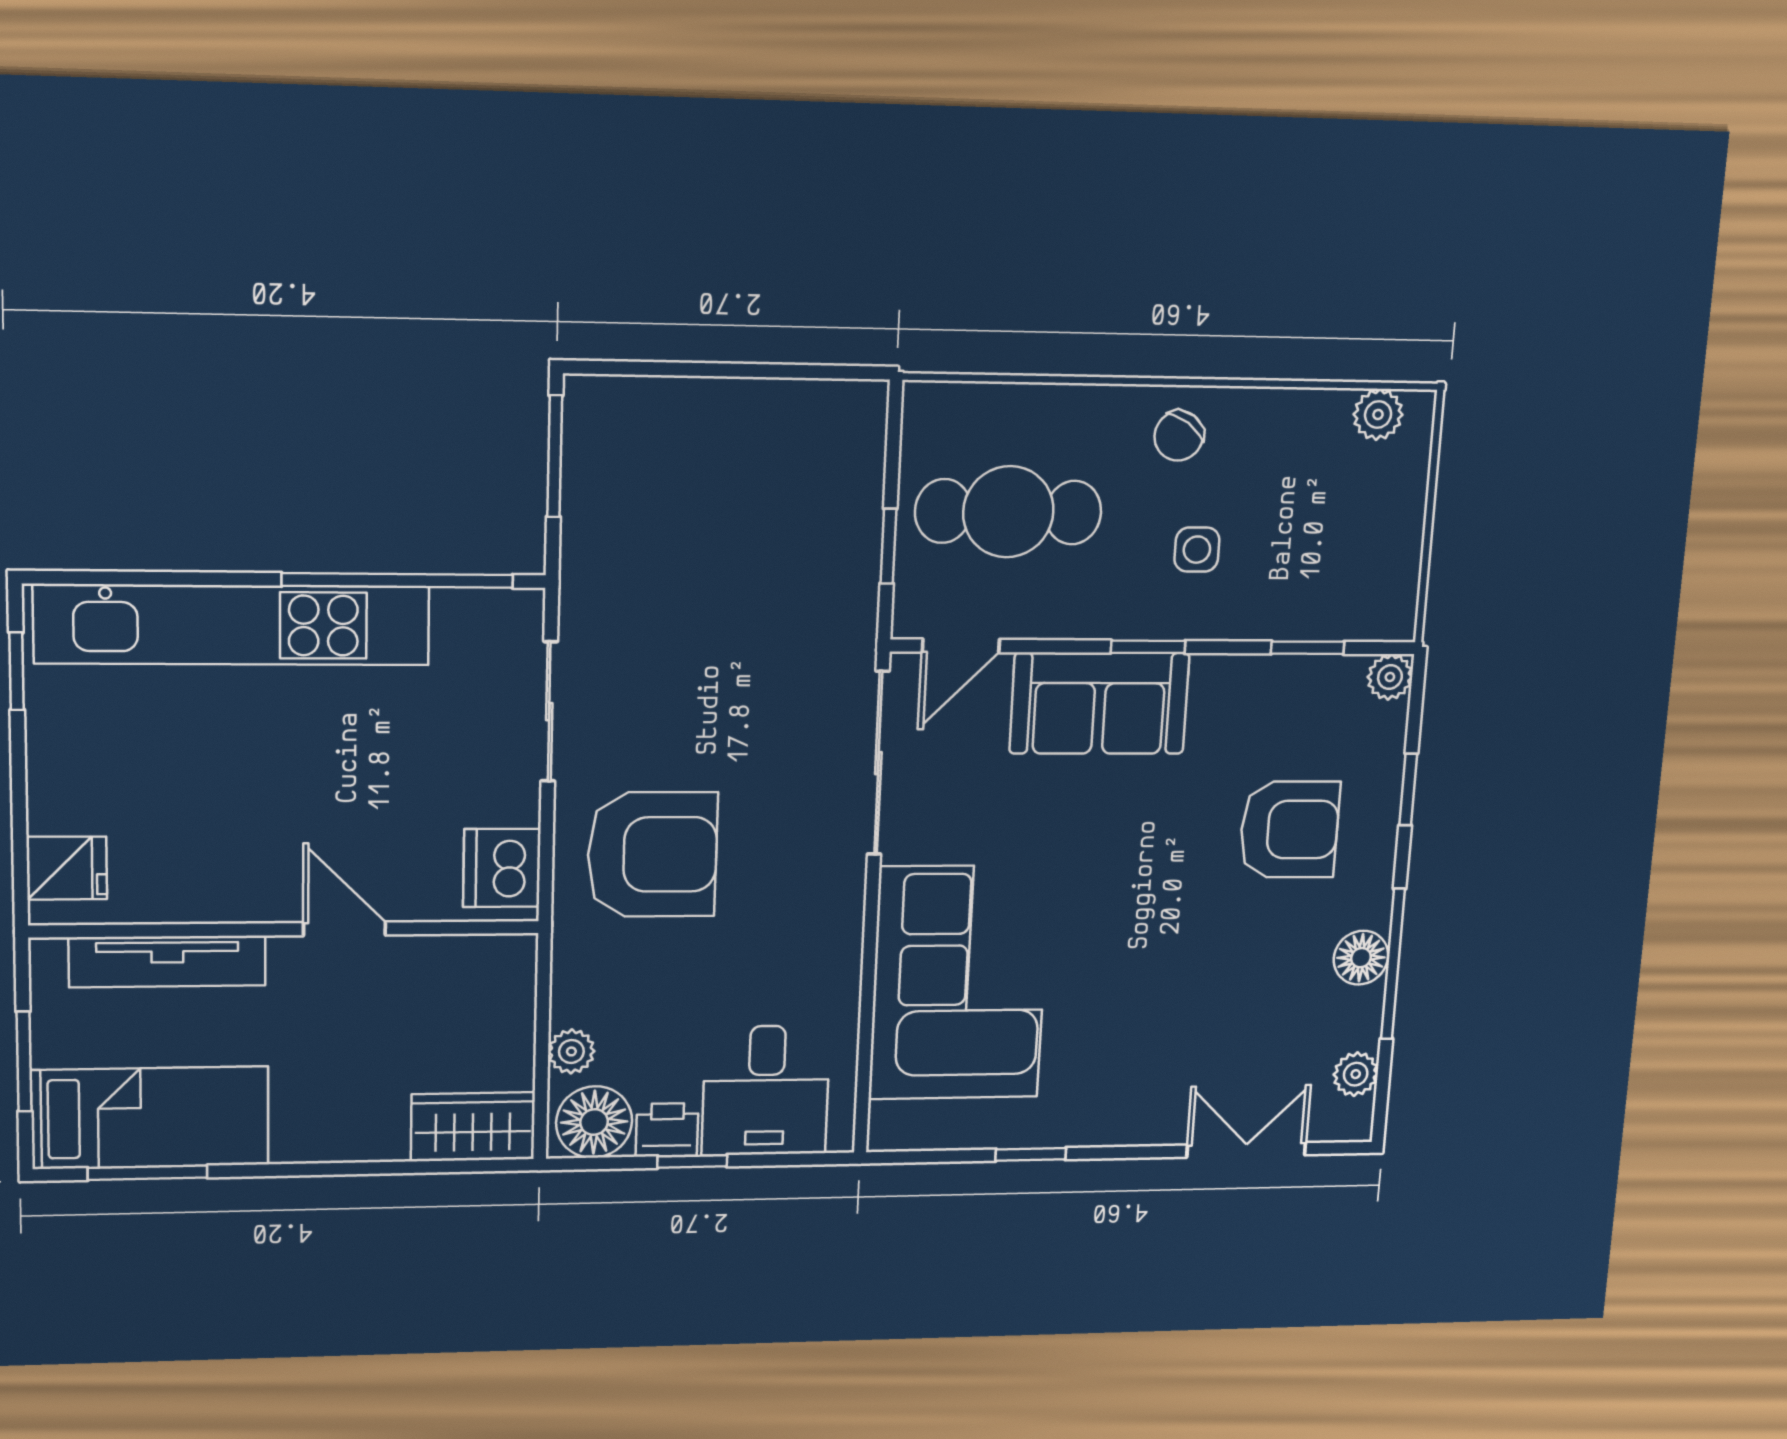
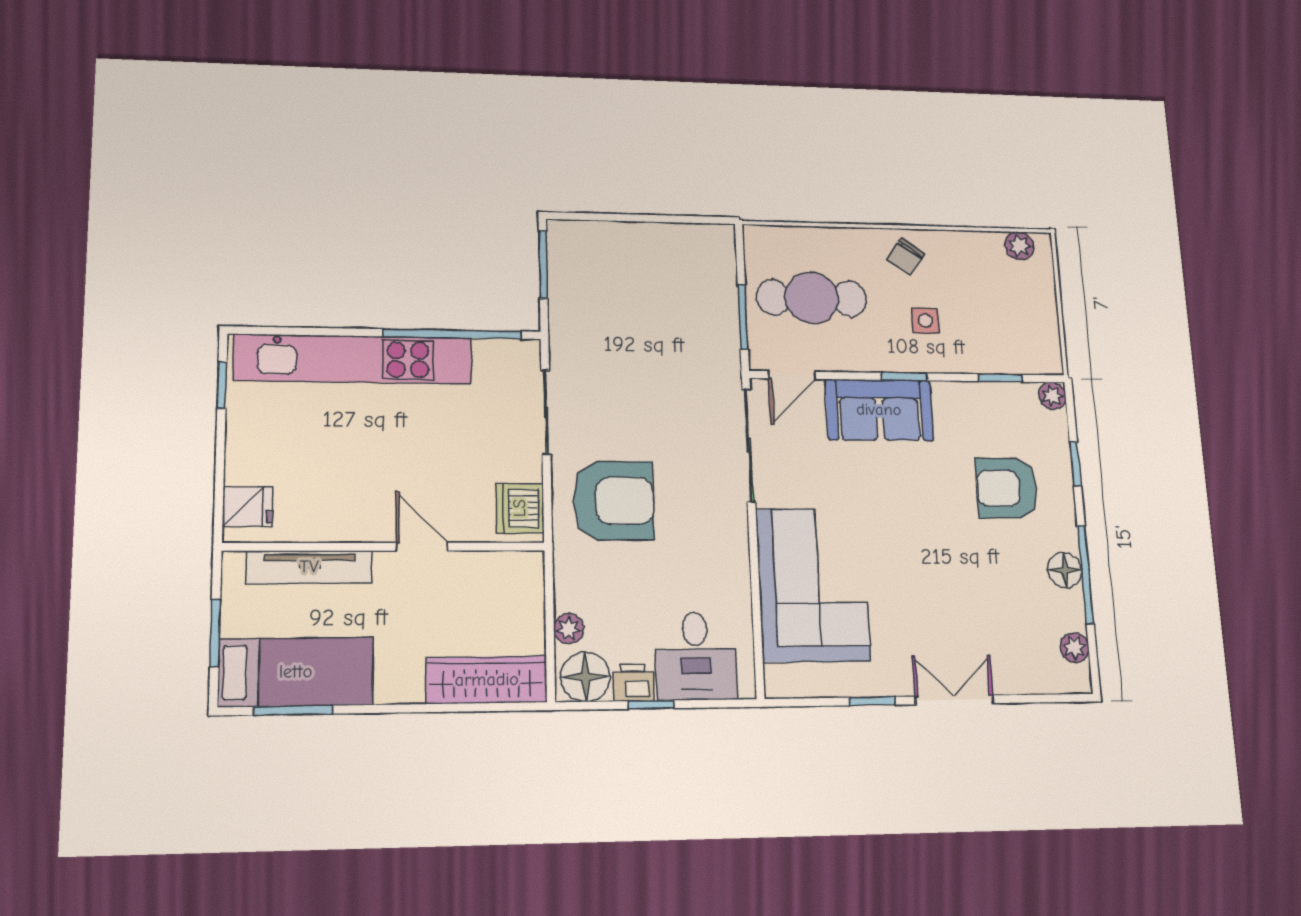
window: (888, 546) -> (743, 317), width x1.50
armchair: (1289, 830) -> (1007, 488), turned 180
wardrobe: (473, 1127) -> (487, 680), width x1.50
double door: (1246, 1150) -> (954, 700), moved

